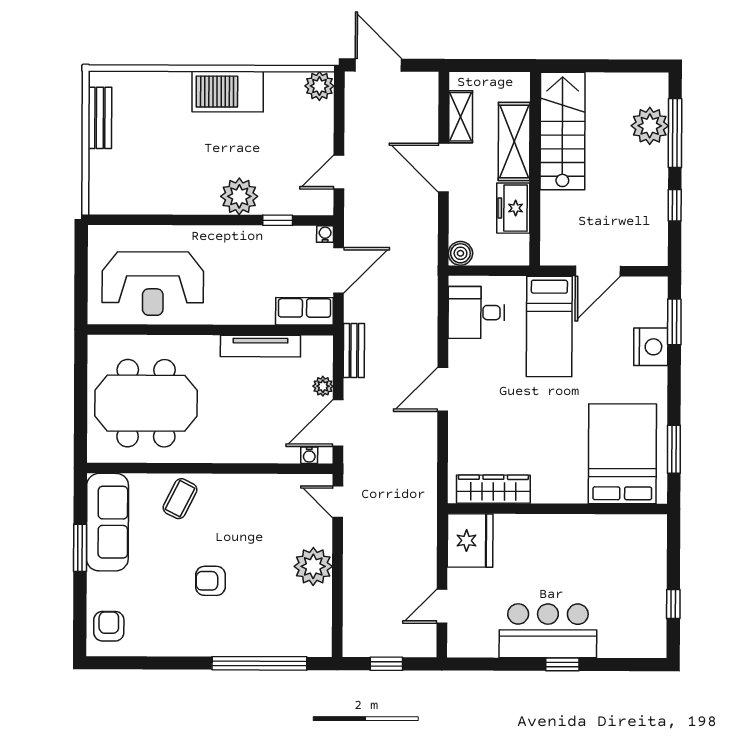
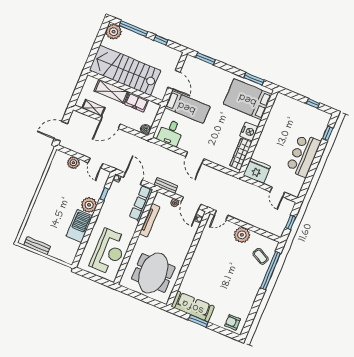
plant: (319, 86) -> (73, 163), moved
barbecue: (228, 92) -> (79, 226), moved, turned 180
plant: (650, 126) -> (114, 32), moved
stairs: (563, 131) -> (125, 70), width x1.36, depth x1.51
row of seats: (304, 311) -> (141, 203), width x1.48
nightstand: (651, 347) -> (249, 132), moved, turned 90
coffee table: (180, 499) -> (261, 256), moved
armchair: (210, 581) -> (231, 276), removed
window: (562, 664) -> (328, 133), moved

